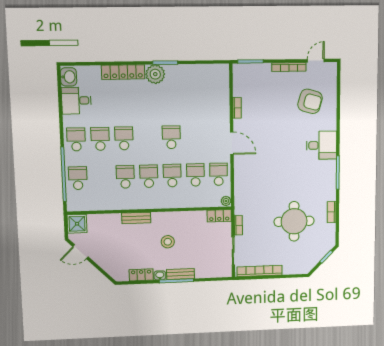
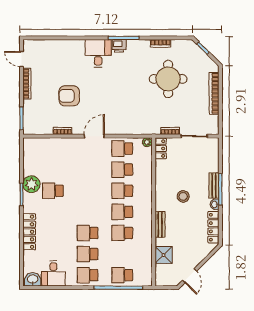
plant: (155, 74) -> (31, 184), moved
armchair: (310, 101) -> (69, 96), moved, turned -106
school desk: (171, 137) -> (53, 191), moved
printer: (329, 168) -> (119, 46), added
shower: (77, 224) -> (164, 255), moved
bookcase: (260, 271) -> (214, 93), moved
locker: (141, 275) -> (213, 227), width x1.53

